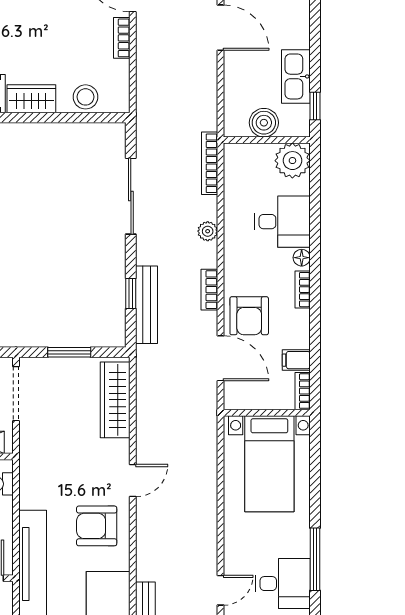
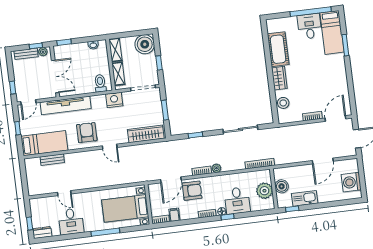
plant: (292, 161) -> (264, 191), moved
plant: (208, 231) -> (216, 168), moved
window: (315, 247) -> (228, 217), added
bench: (147, 305) -> (191, 143), removed
armchair: (249, 316) -> (192, 191), turned 180
nightstand: (34, 458) -> (114, 100), added
window: (315, 559) -> (105, 232), moved

